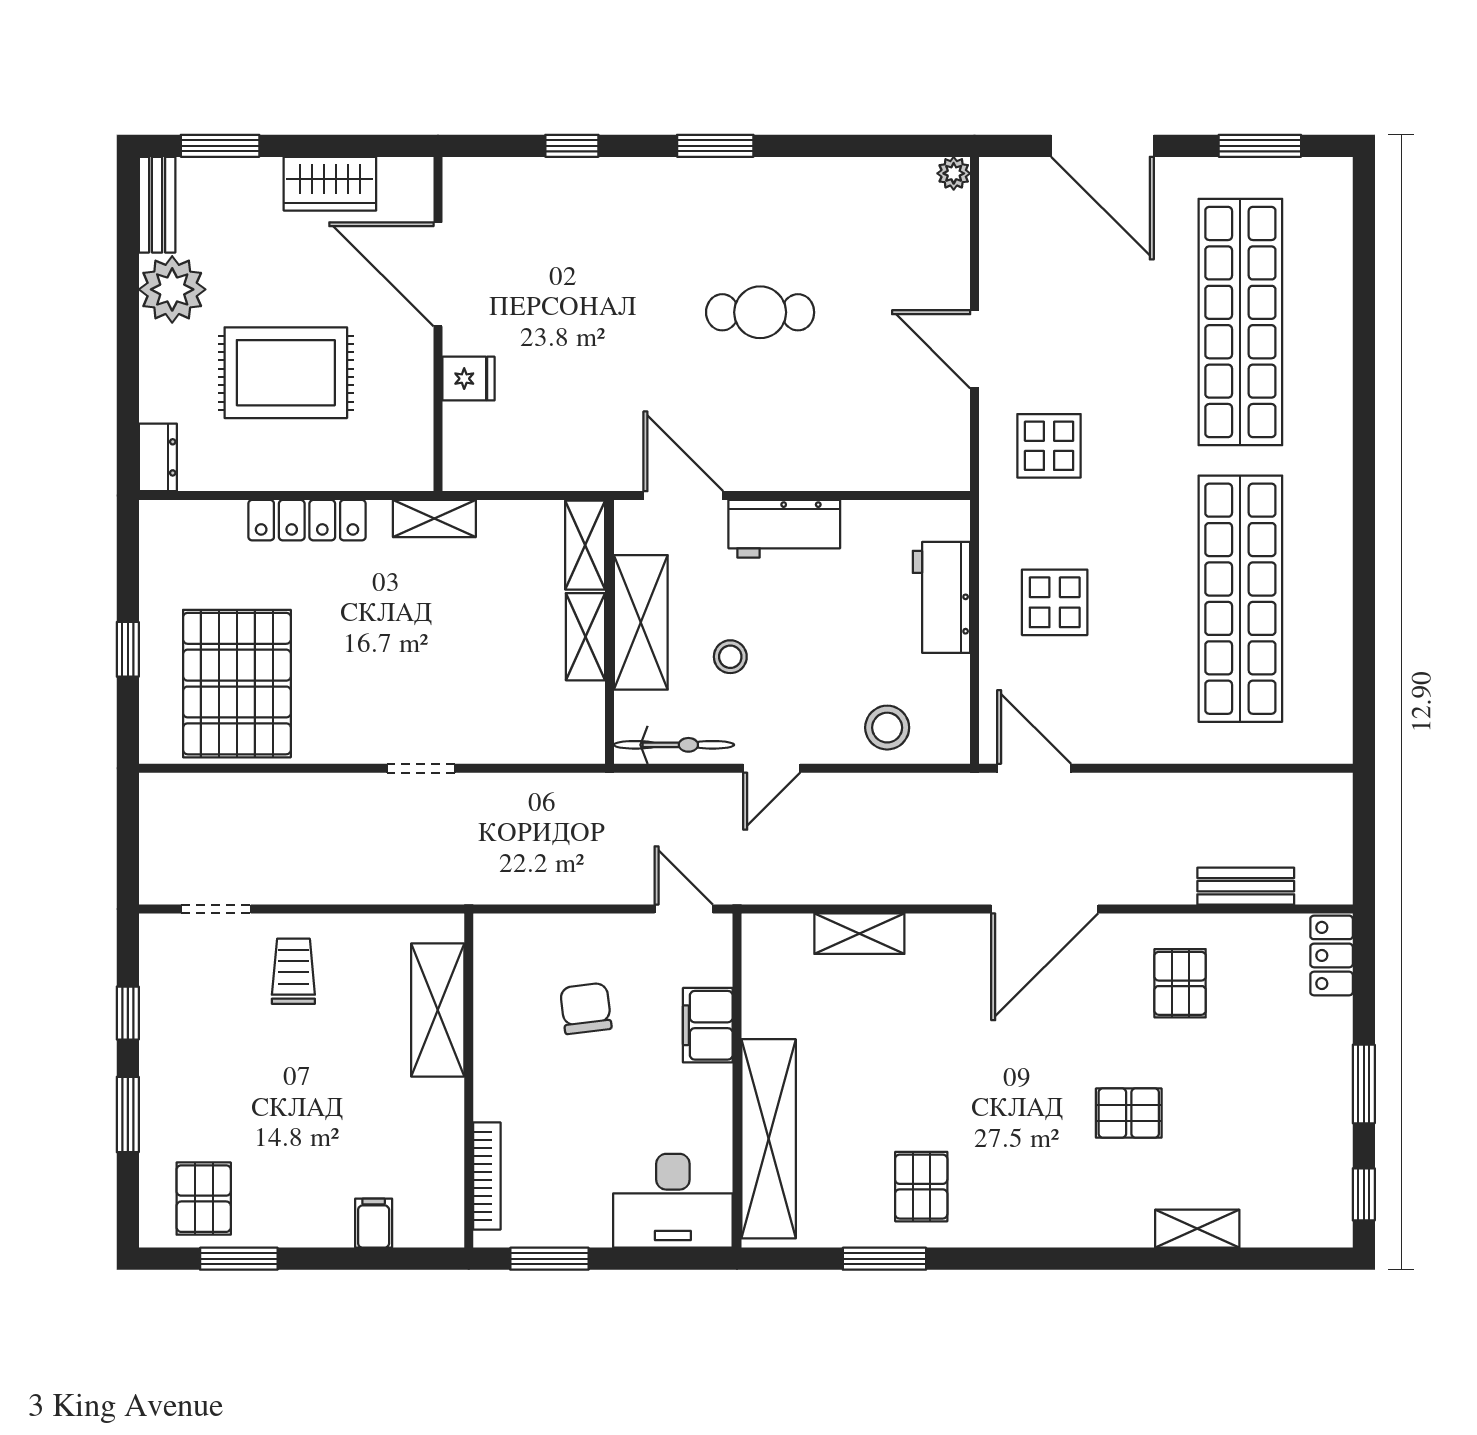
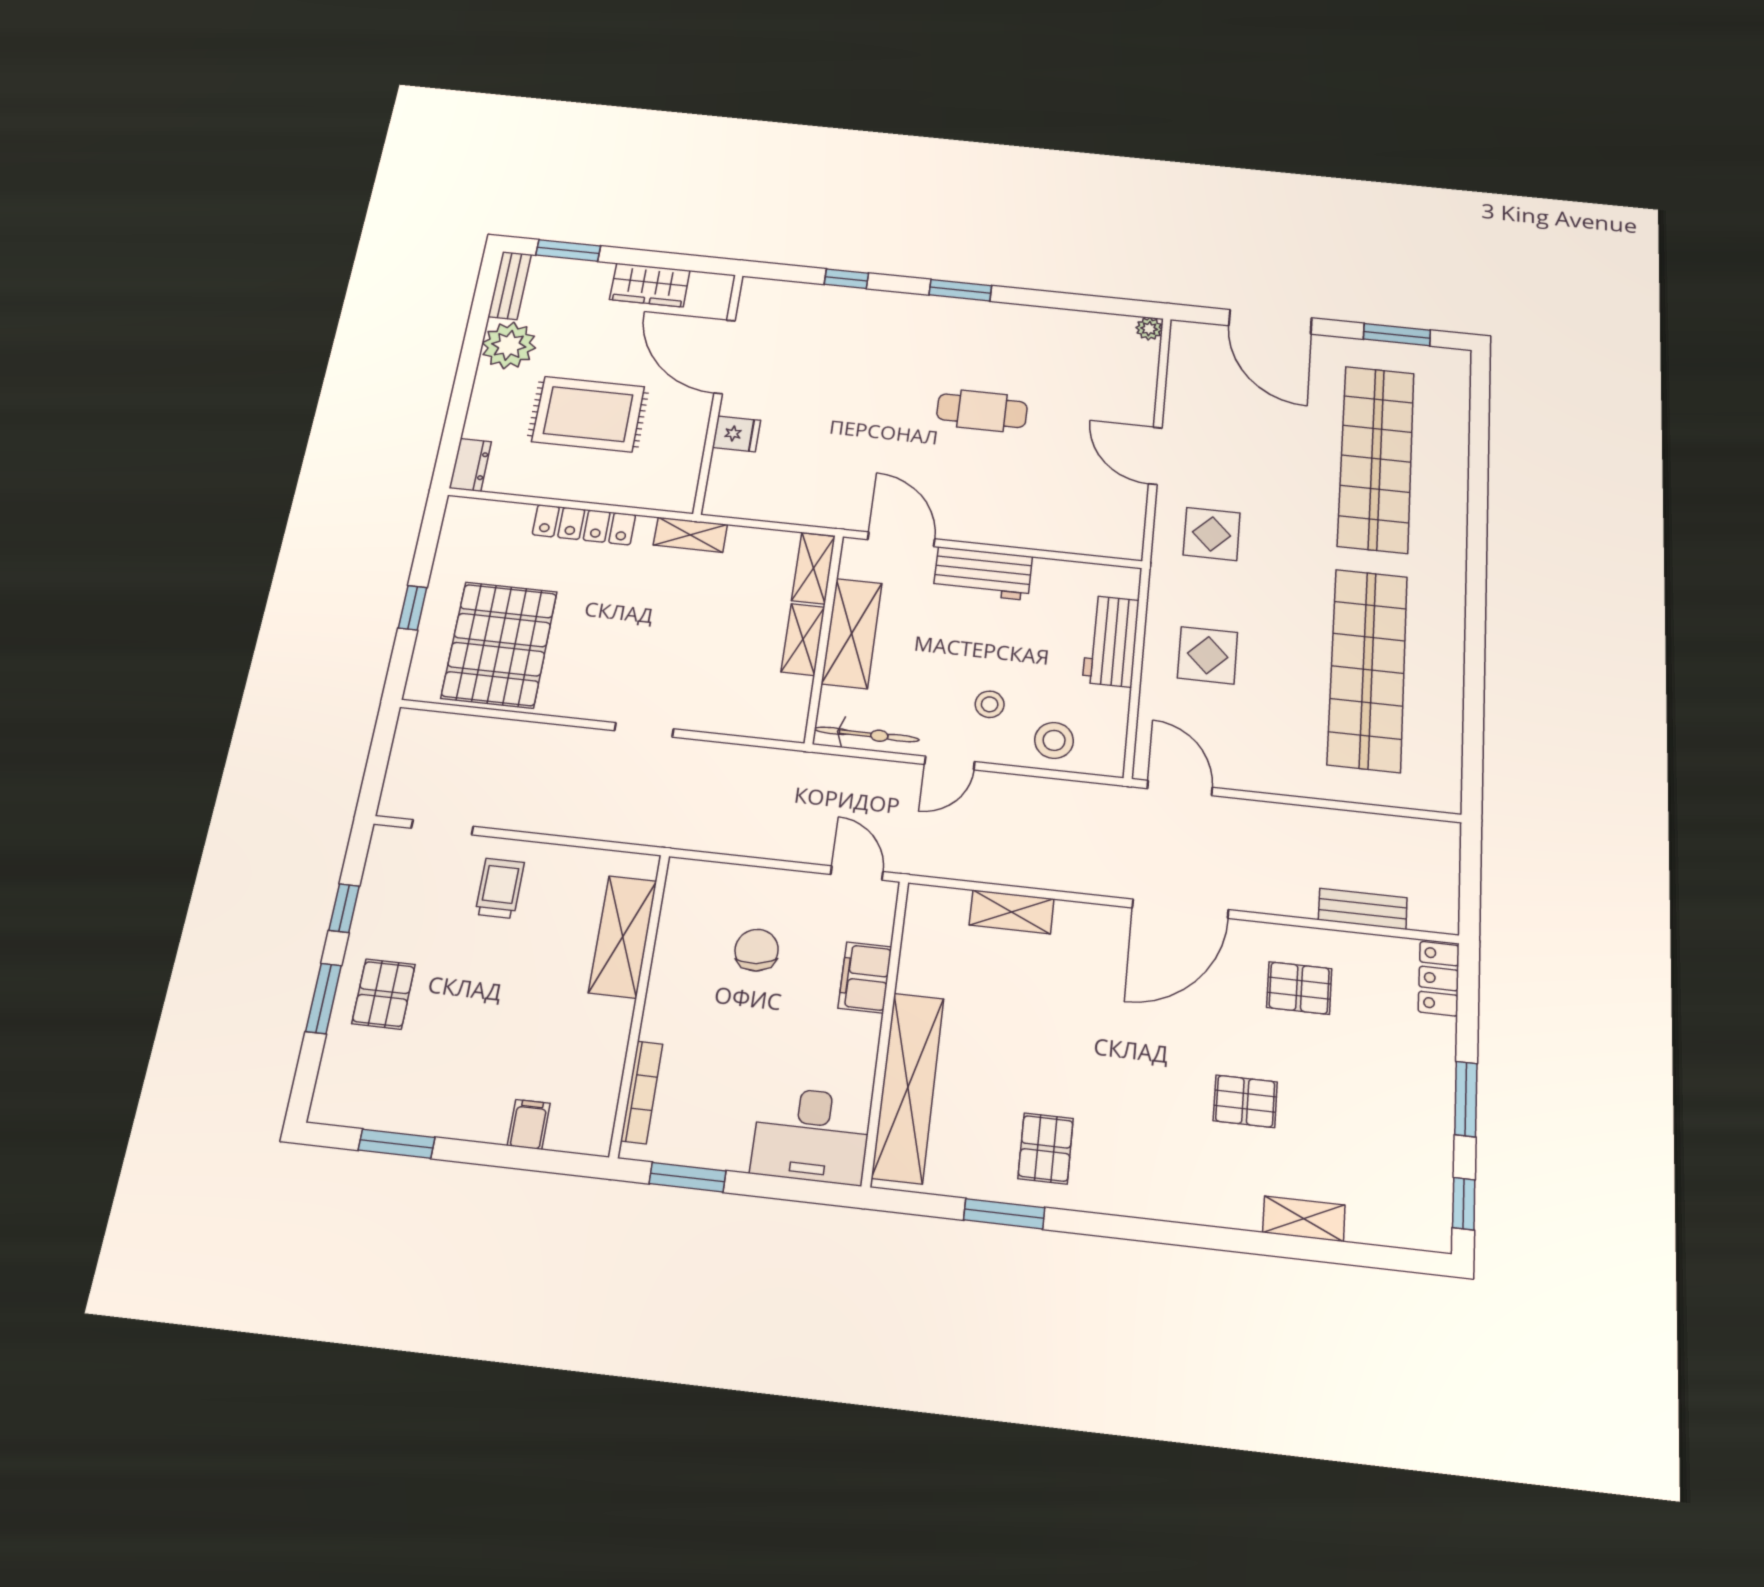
stool: (730, 657) -> (990, 704), moved
pallet: (1180, 983) -> (1299, 988), turned 90
pallet: (204, 1199) -> (384, 994), moved

